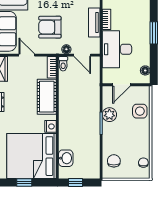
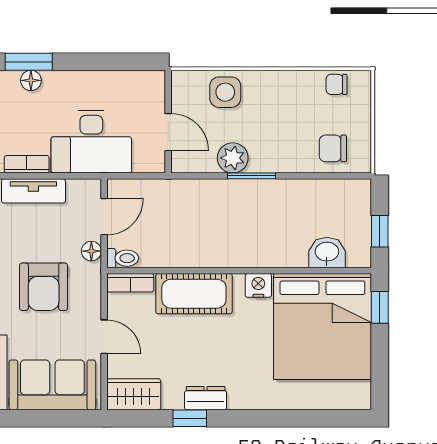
window: (154, 33) -> (29, 62), moved
door: (27, 55) -> (104, 337), swing flipped
floor lamp: (145, 70) -> (31, 80), moved
window: (24, 183) -> (380, 307), moved

